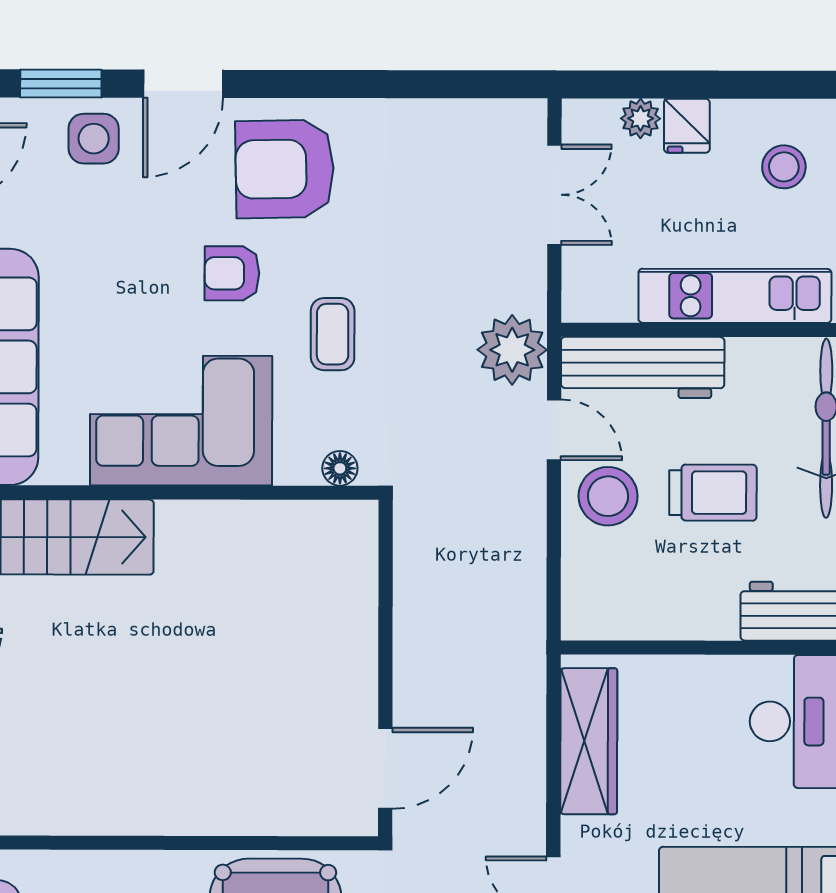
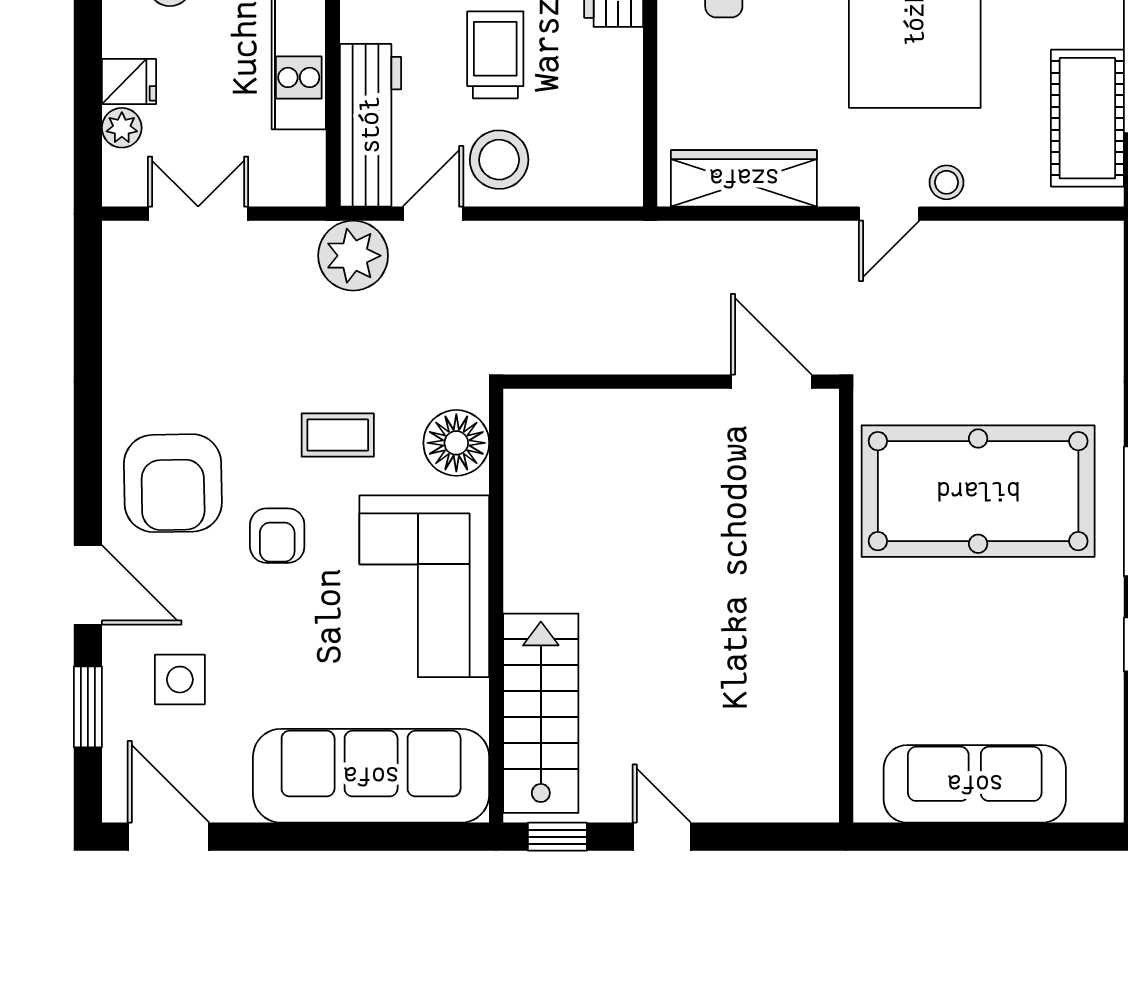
side table: (94, 139) -> (180, 680), moved
floor lamp: (340, 468) -> (456, 443), width x1.89, depth x1.89

